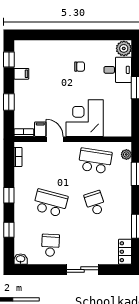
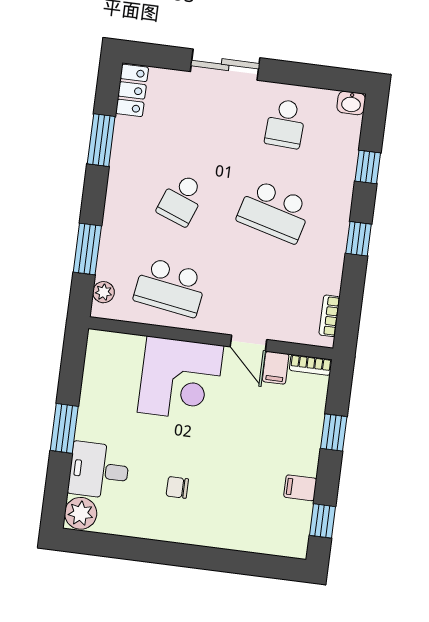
school desk: (95, 203) -> (181, 200), turned 39

